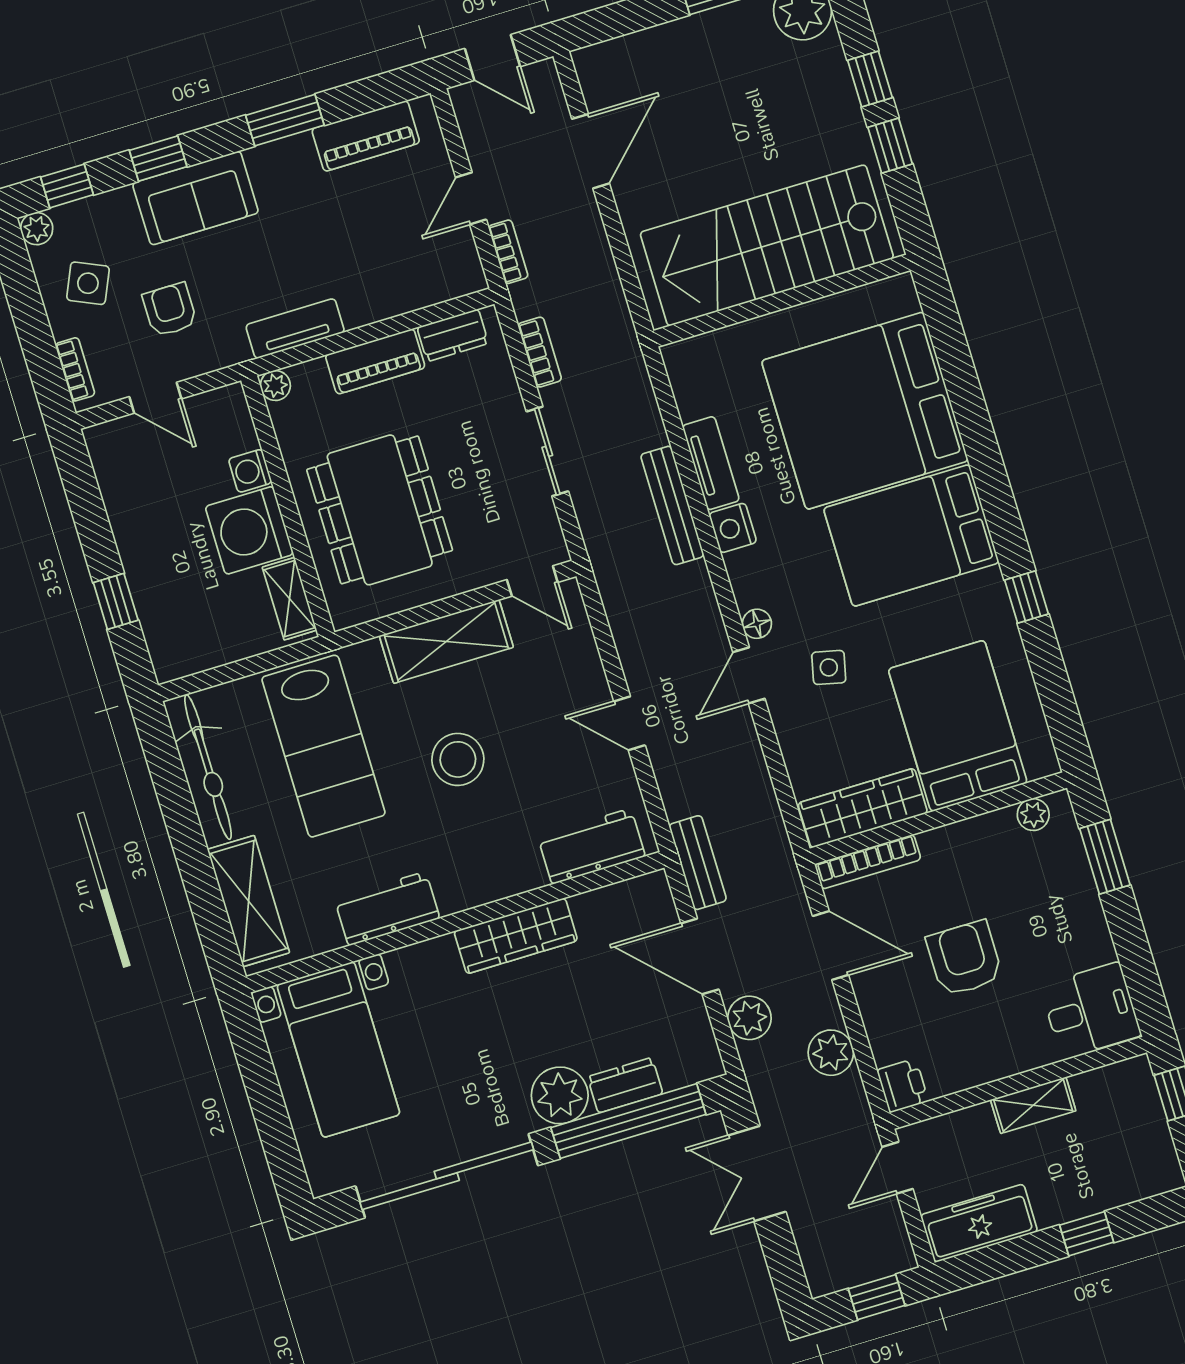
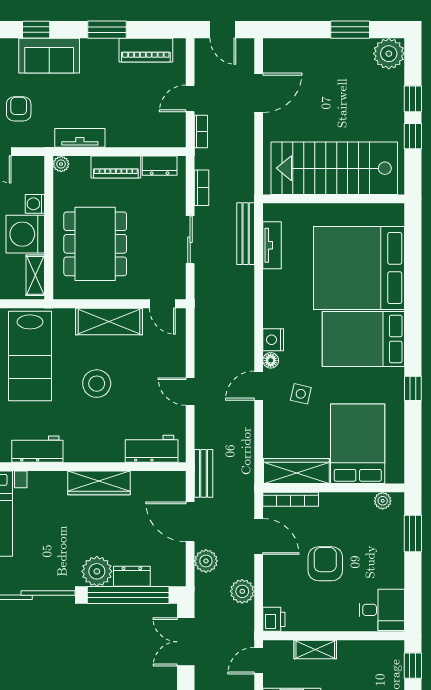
tv unit: (711, 463) -> (272, 245), moved
bench: (672, 505) -> (246, 234), moved
nightstand: (733, 528) -> (273, 340), moved
shelving: (1033, 1105) -> (315, 650), moved

